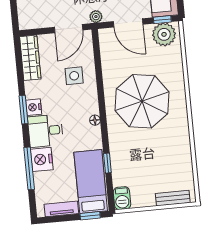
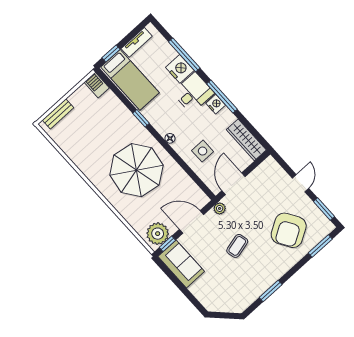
window: (23, 110) -> (222, 97), width x1.44
floor lamp: (95, 120) -> (170, 138), moved
window: (107, 163) -> (141, 118), moved

